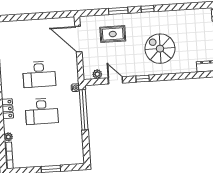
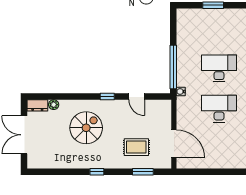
window: (118, 11) -> (143, 172), moved
spiral stairs: (160, 49) -> (86, 128), turned -90
plant: (97, 74) -> (54, 105), moved

